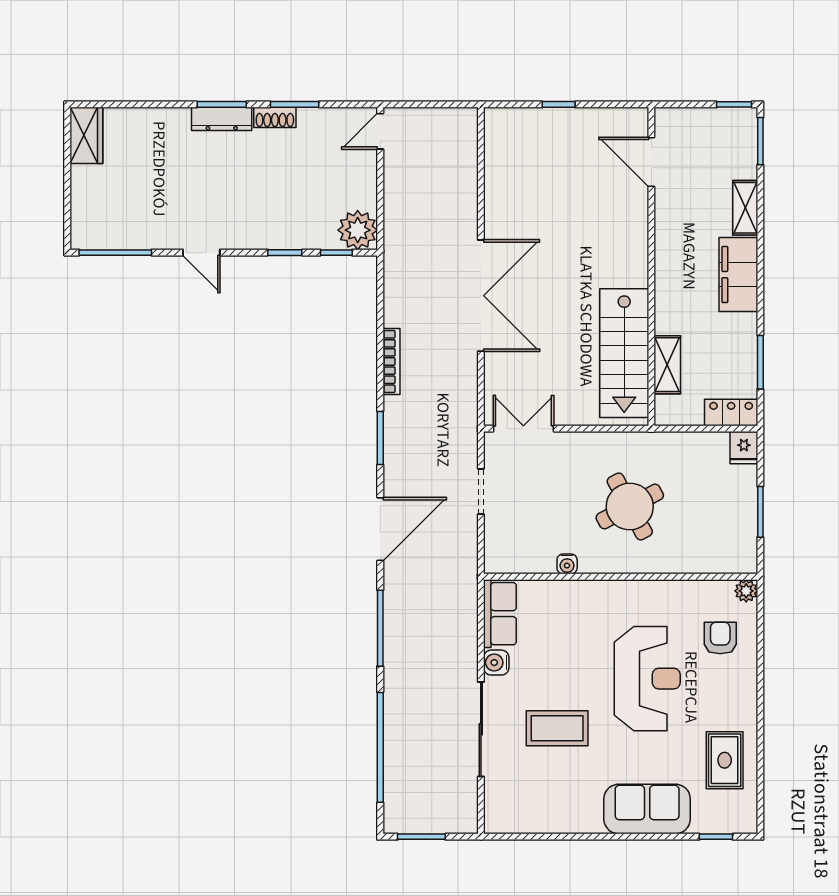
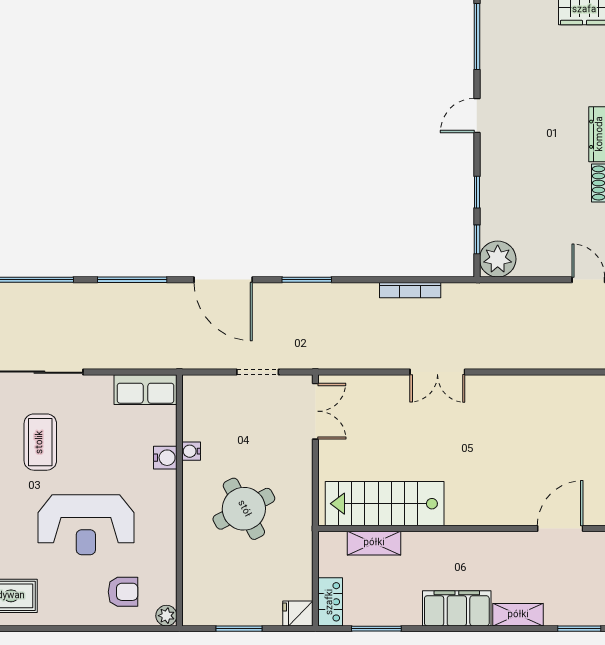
double door: (481, 296) -> (437, 372), width x0.54
bookcase: (392, 362) -> (410, 290), moved
water cooler: (496, 663) -> (165, 458), moved, turned 90

